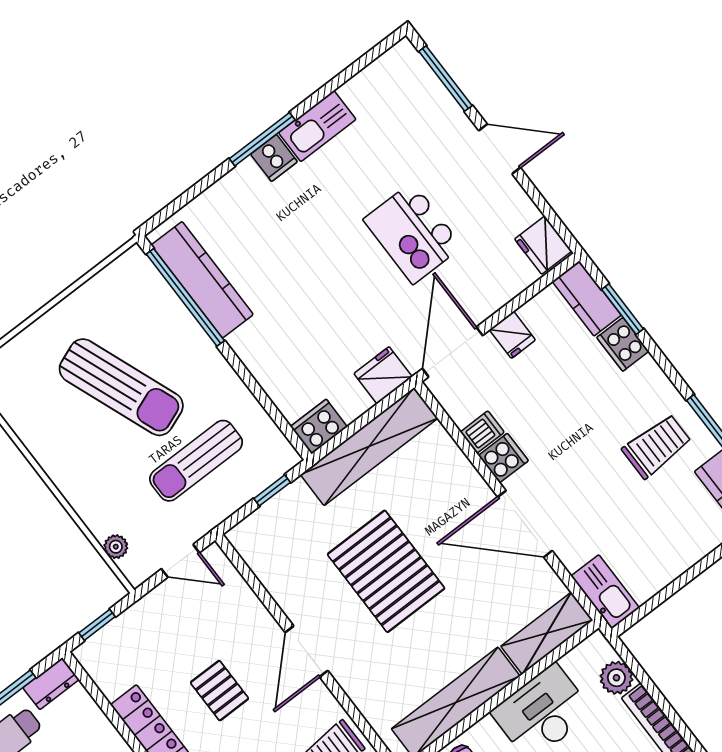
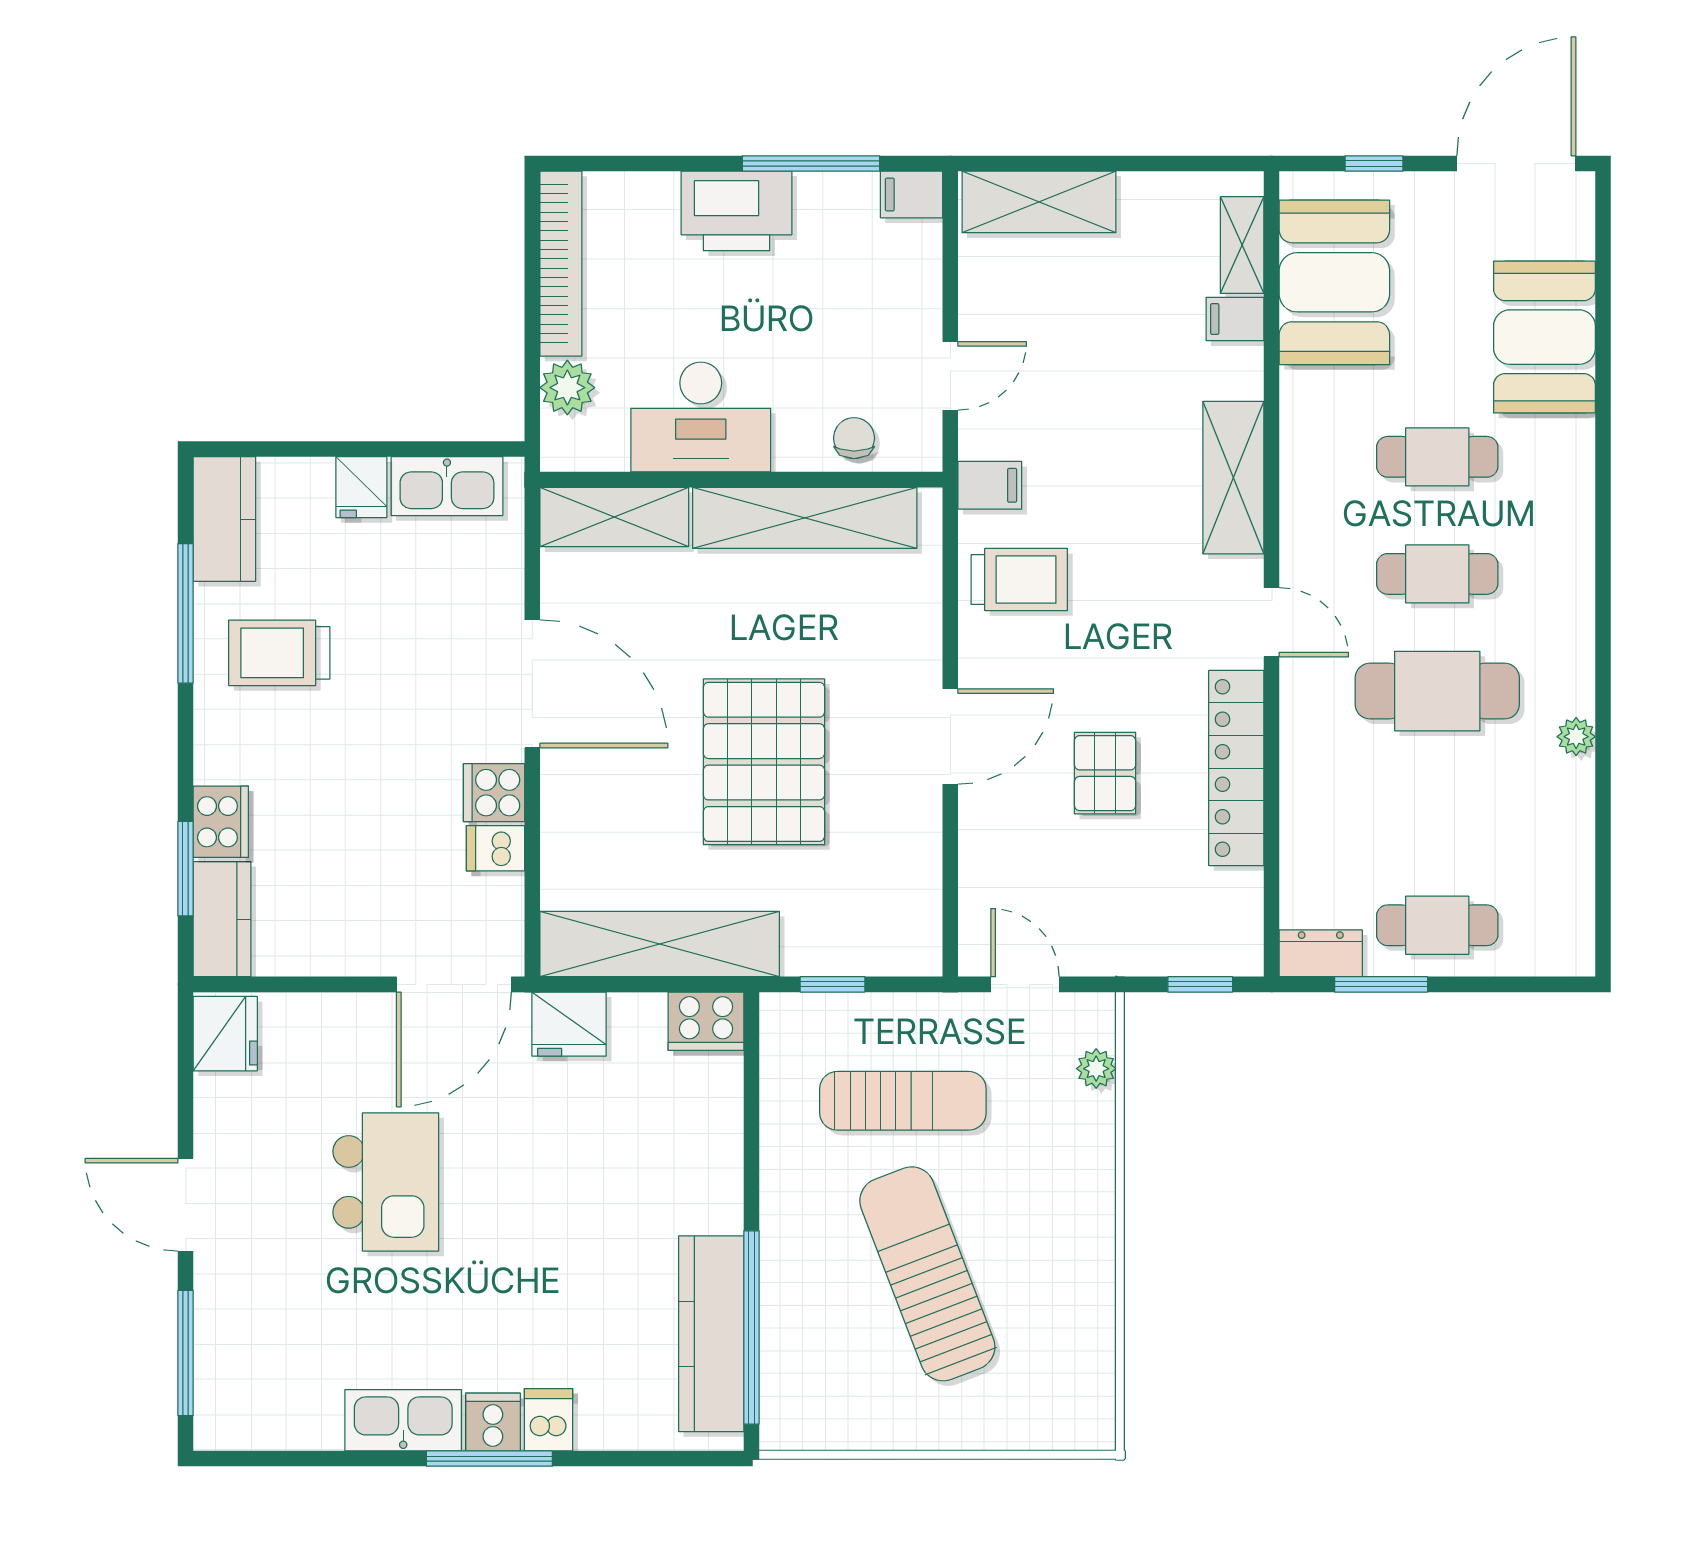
dishwasher: (248, 179) -> (549, 1420), added
fridge: (512, 335) -> (361, 487), moved, turned 180
kitchen sink: (605, 592) -> (447, 486), moved, turned -90

